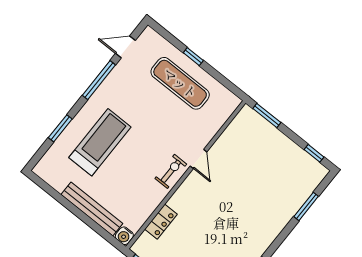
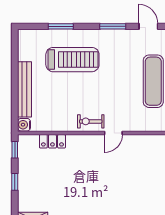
window: (99, 80) -> (113, 26), width x0.69
exercise bike: (171, 171) -> (91, 121), turned 180

